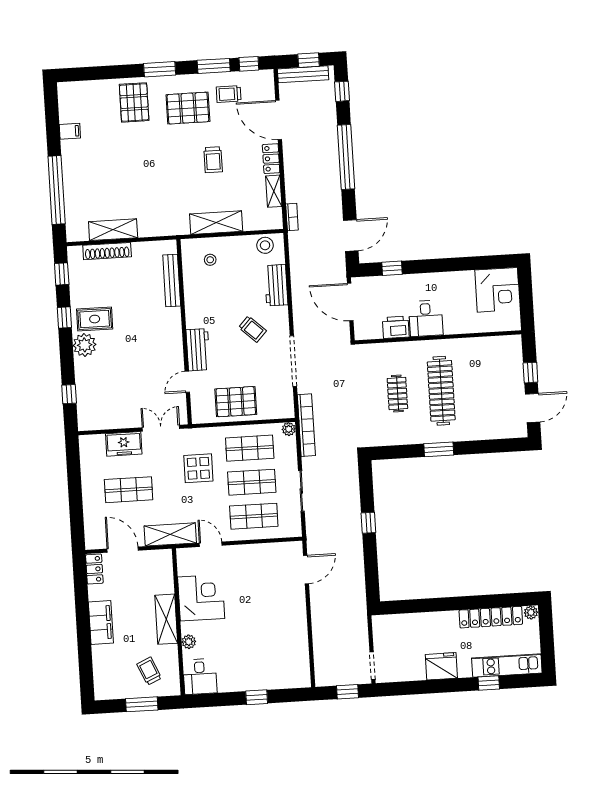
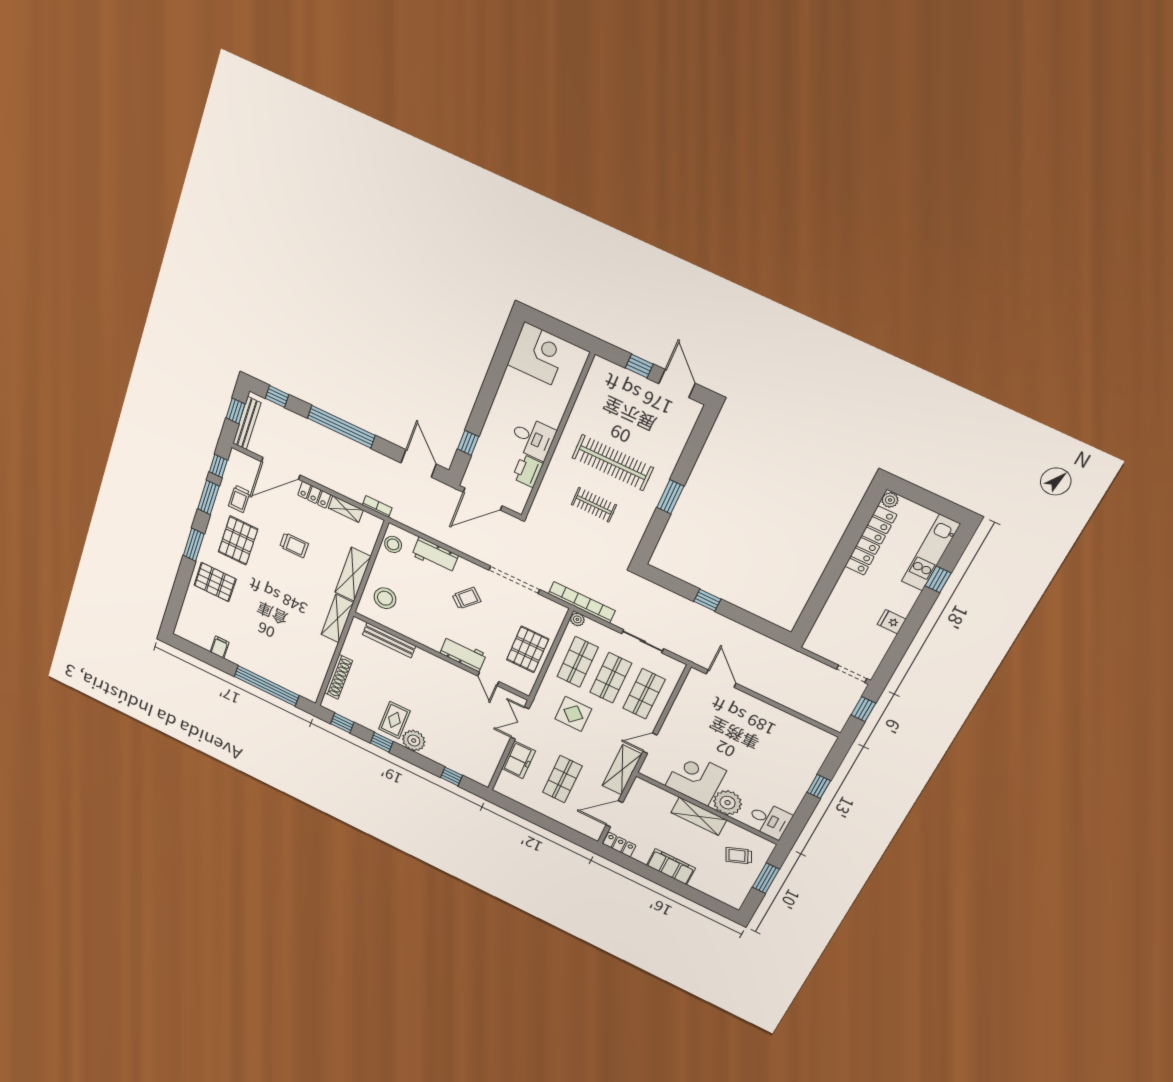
shelving: (113, 230) -> (337, 619), moved
stool: (210, 260) -> (385, 598), width x1.89, depth x1.89
plant: (189, 642) -> (728, 803), width x1.88, depth x1.88
fridge: (441, 666) -> (892, 622), width x0.53, depth x0.75

